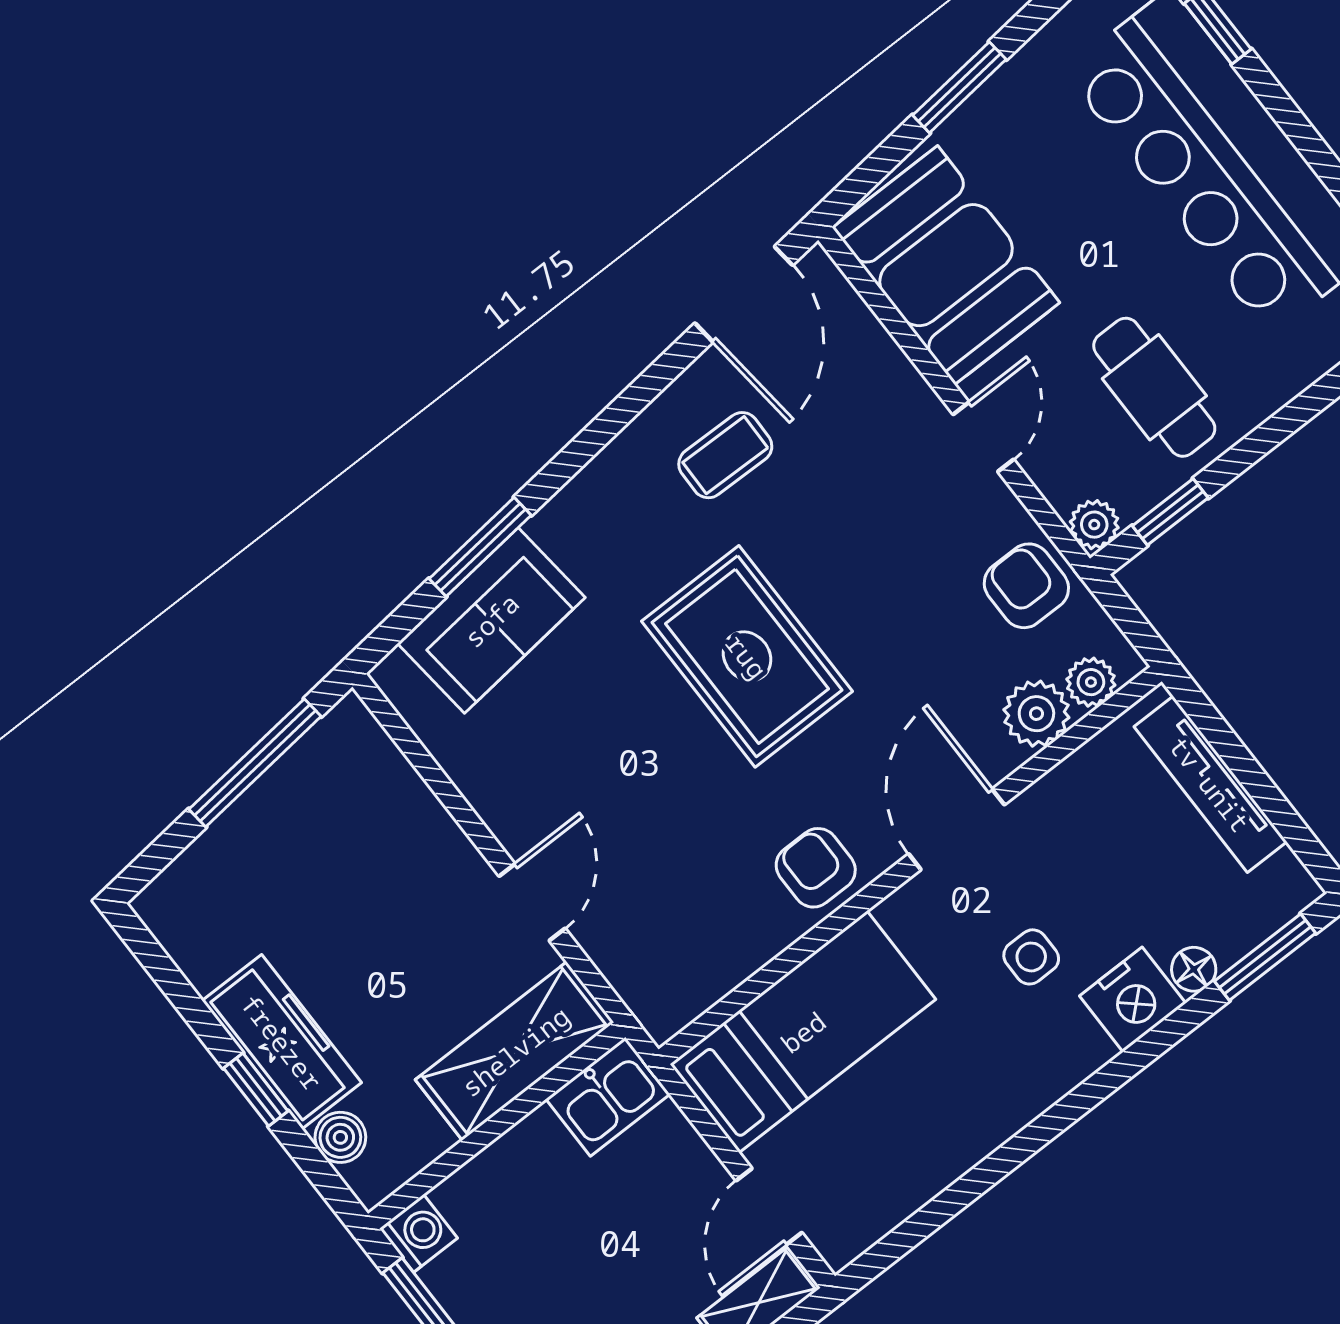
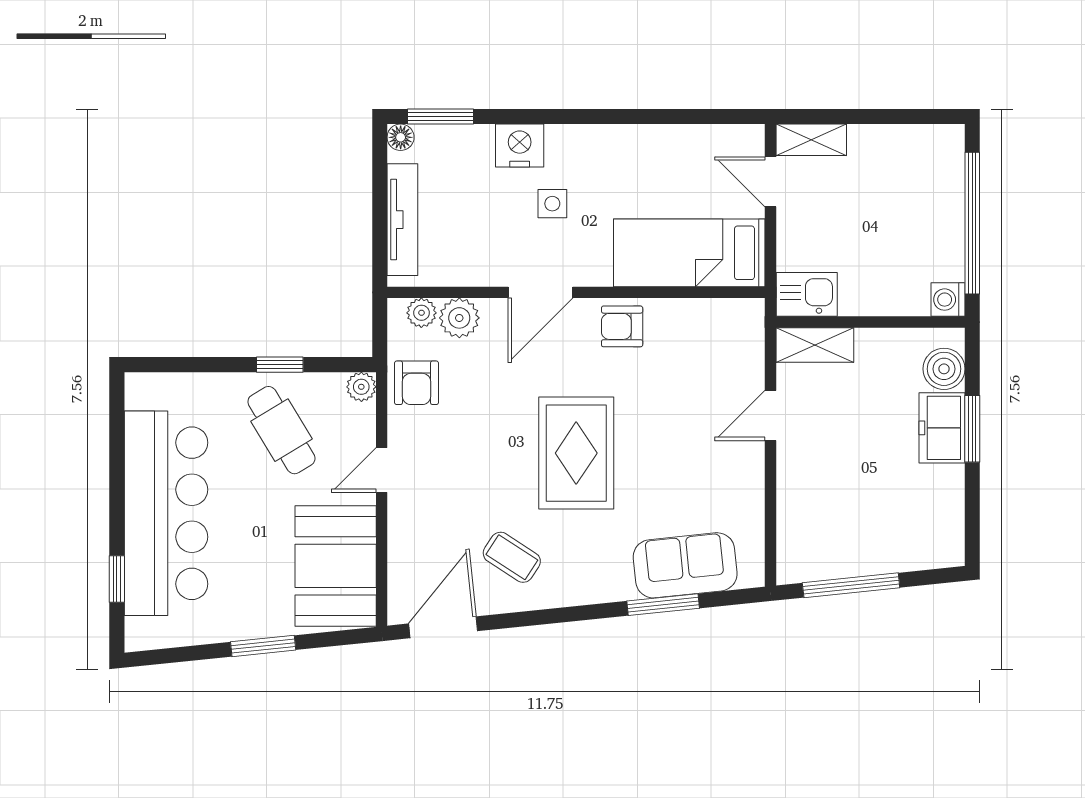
cafe table: (1154, 387) -> (281, 430), turned -31
coffee table: (725, 455) -> (512, 557), turned 32
window: (1170, 512) -> (280, 365), moved
armchair: (816, 868) -> (622, 326), turned 90
floor lamp: (1194, 969) -> (401, 137), moved
freezer: (282, 1042) -> (942, 428), width x0.71
shelving: (515, 1051) -> (815, 345), width x0.67, depth x0.75
window: (256, 1090) -> (972, 429), width x1.50
boiler: (340, 1137) -> (944, 369), width x1.36, depth x1.36
door: (769, 1207) -> (770, 182), swing flipped

